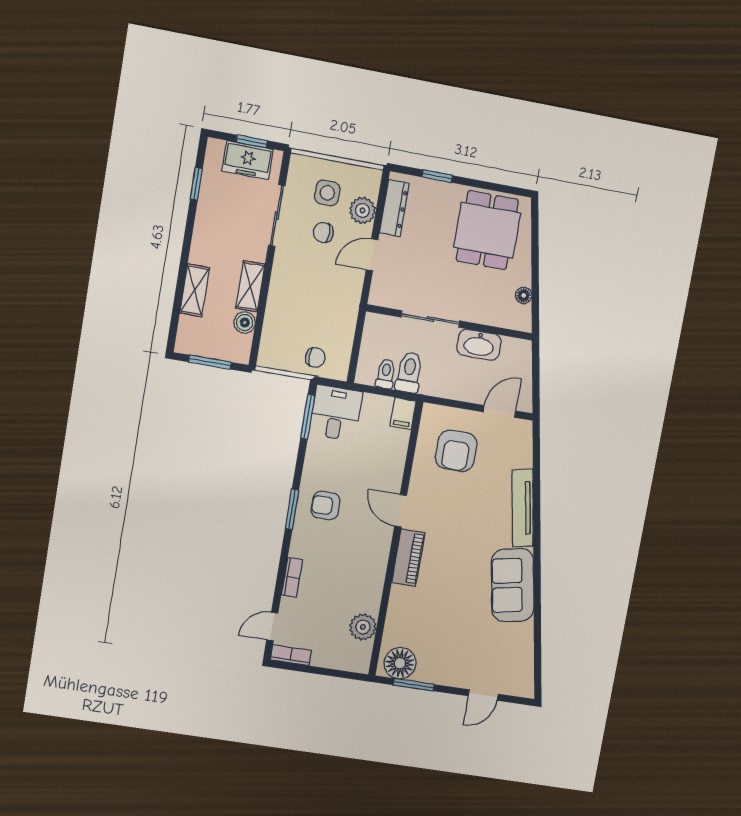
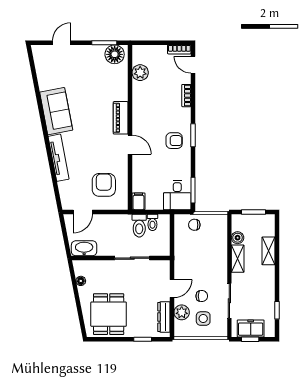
washbasin: (479, 345) -> (84, 248), moved
door: (272, 626) -> (193, 65), swing flipped

